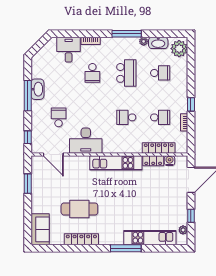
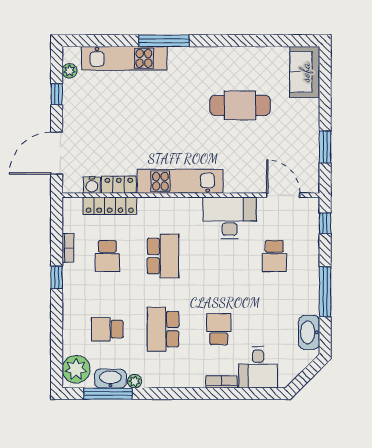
window: (127, 34) -> (108, 394), moved
washbasin: (37, 89) -> (309, 332), moved
school desk: (126, 117) -> (163, 256), width x1.85
school desk: (160, 117) -> (107, 256), turned -90
locker: (81, 239) -> (237, 55), removed

